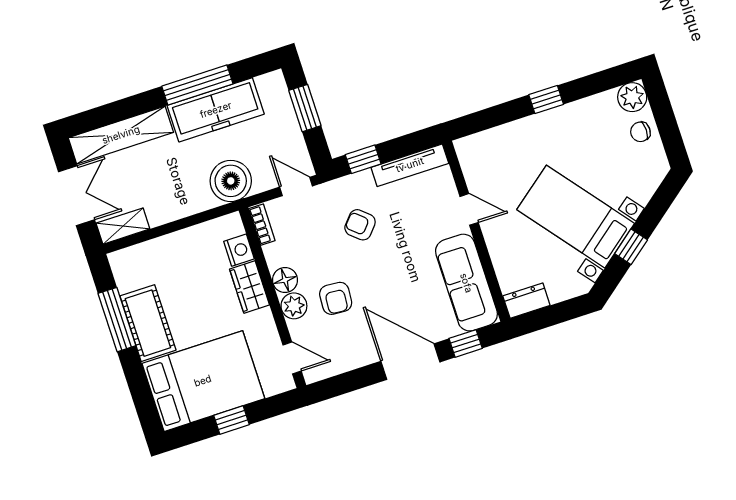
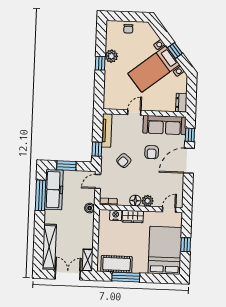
window: (197, 85) -> (41, 195), moved
plant: (632, 97) -> (111, 56), moved
freezer: (216, 110) -> (54, 190), moved
boiler: (231, 181) -> (90, 208), width x0.54, depth x0.54
armchair: (336, 298) -> (152, 152), moved, turned 86
cot: (148, 323) -> (117, 264), moved

